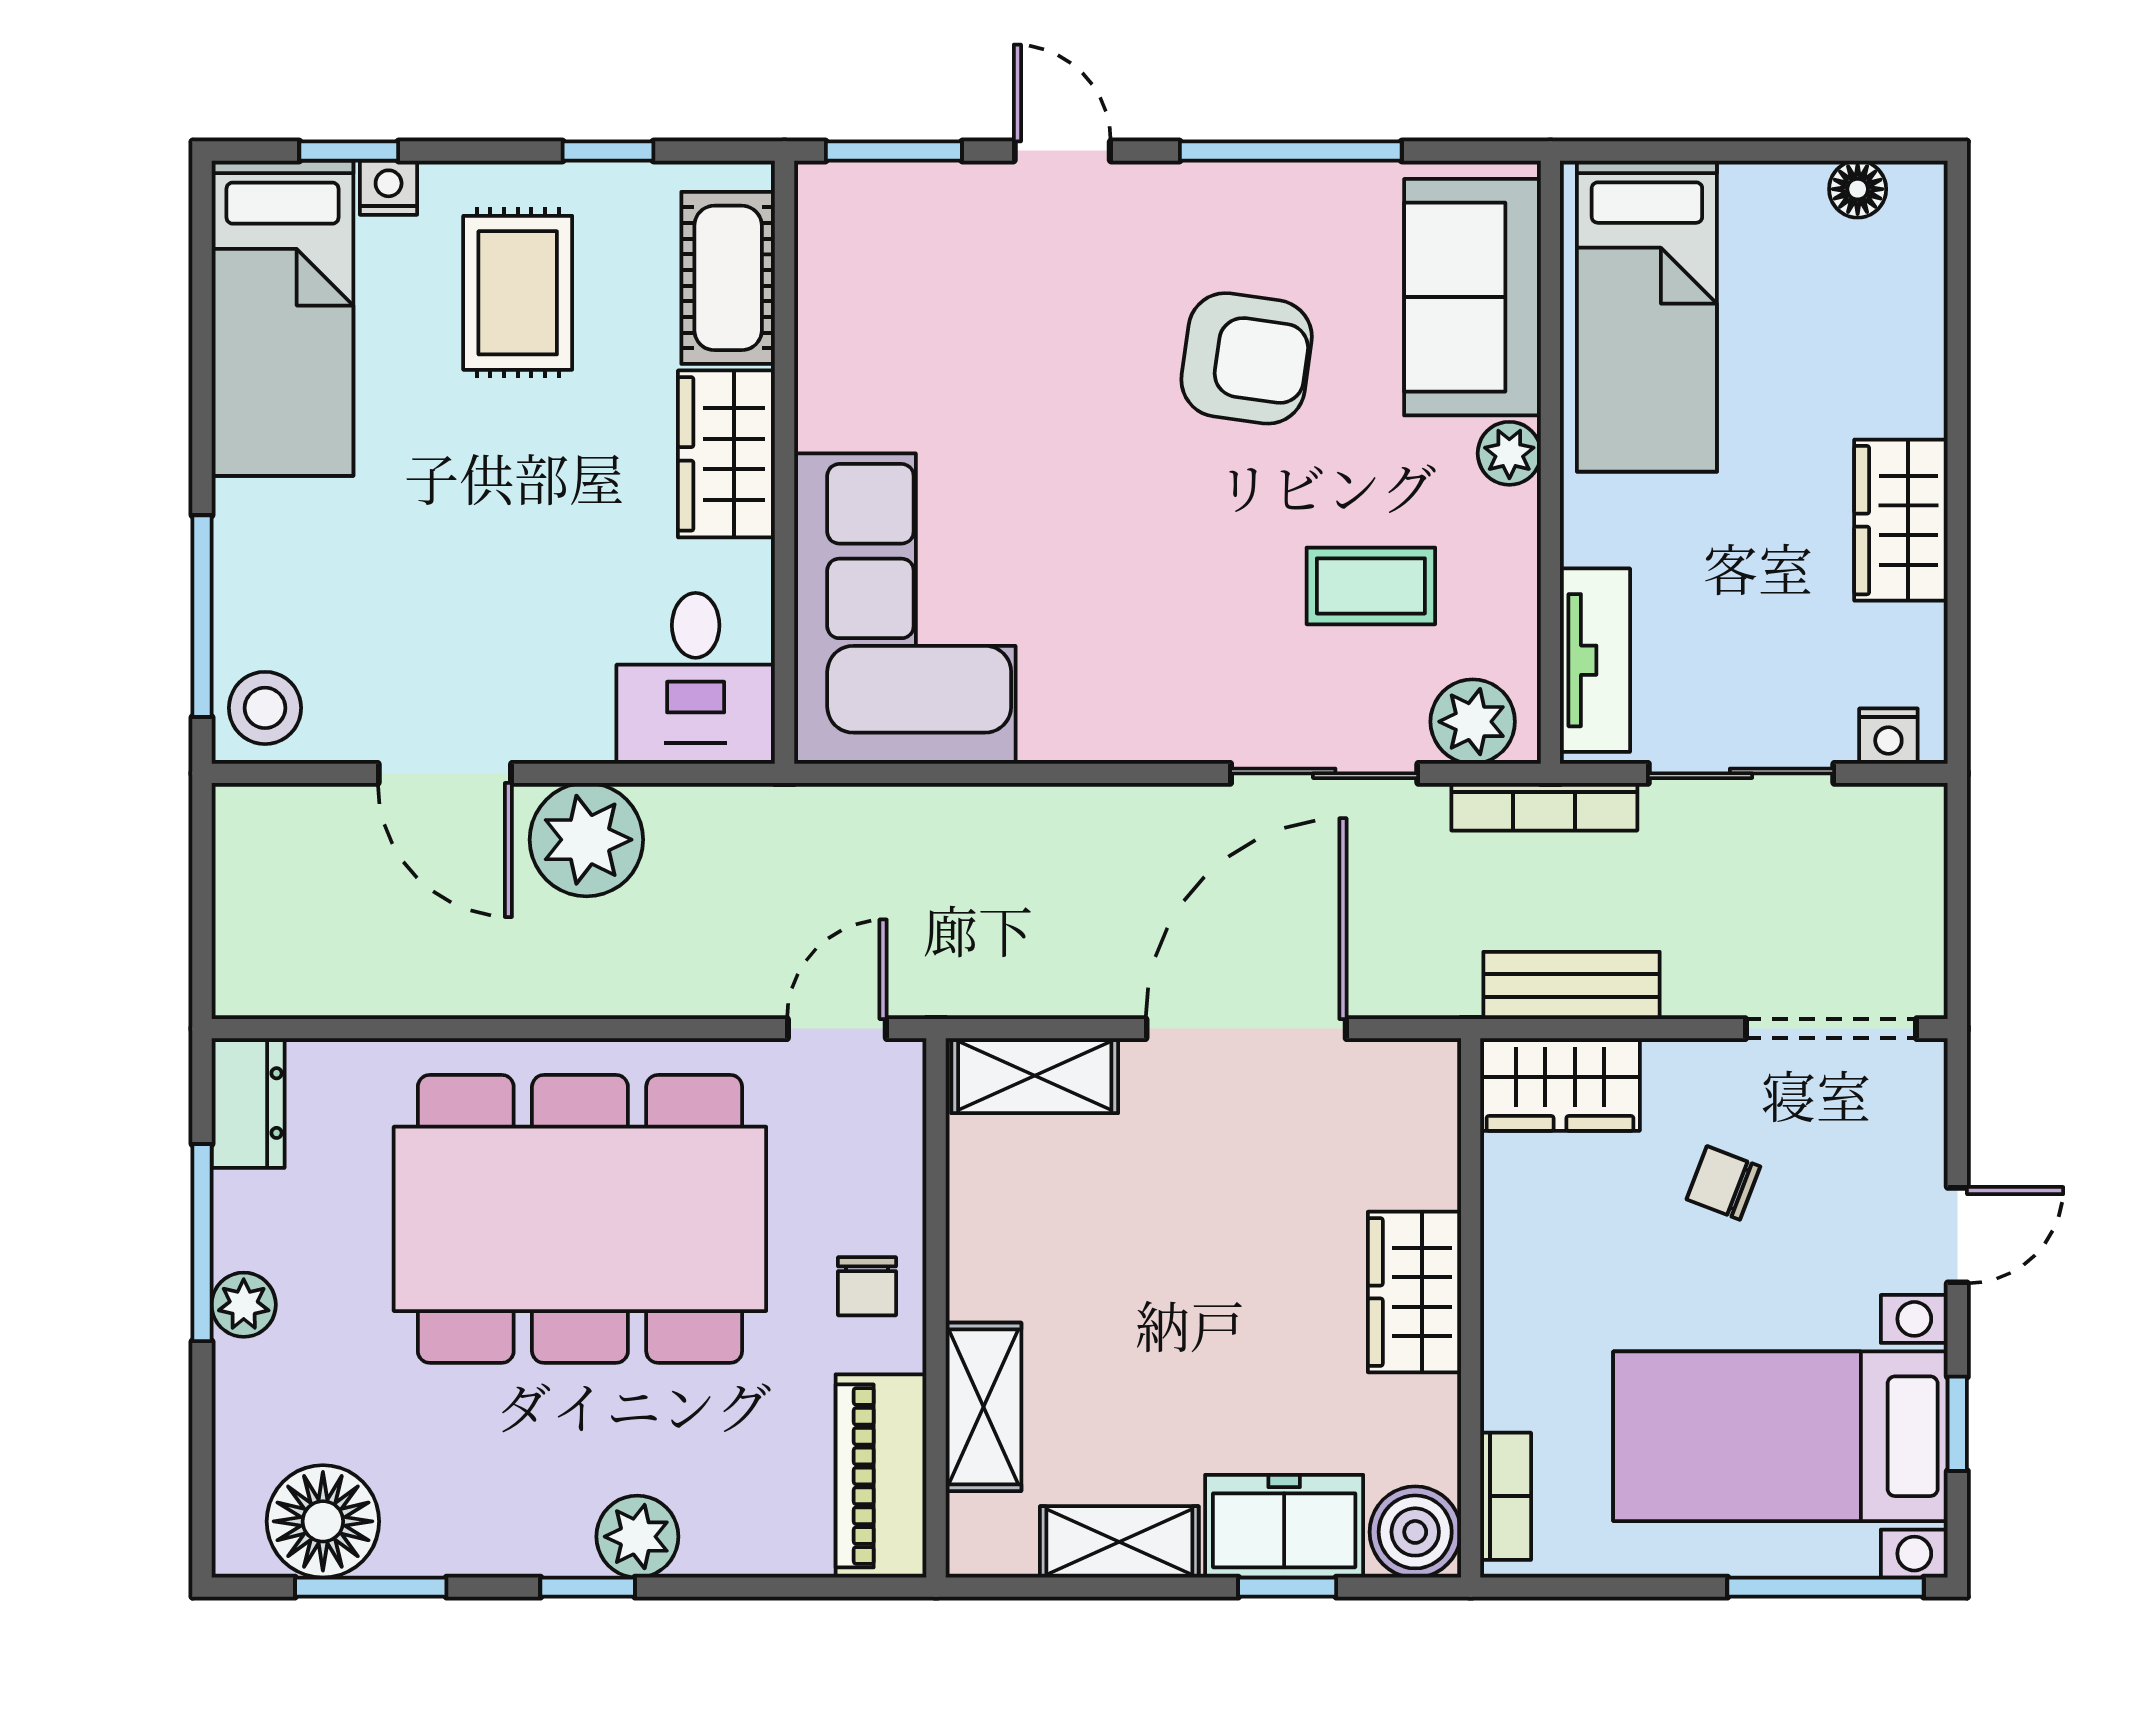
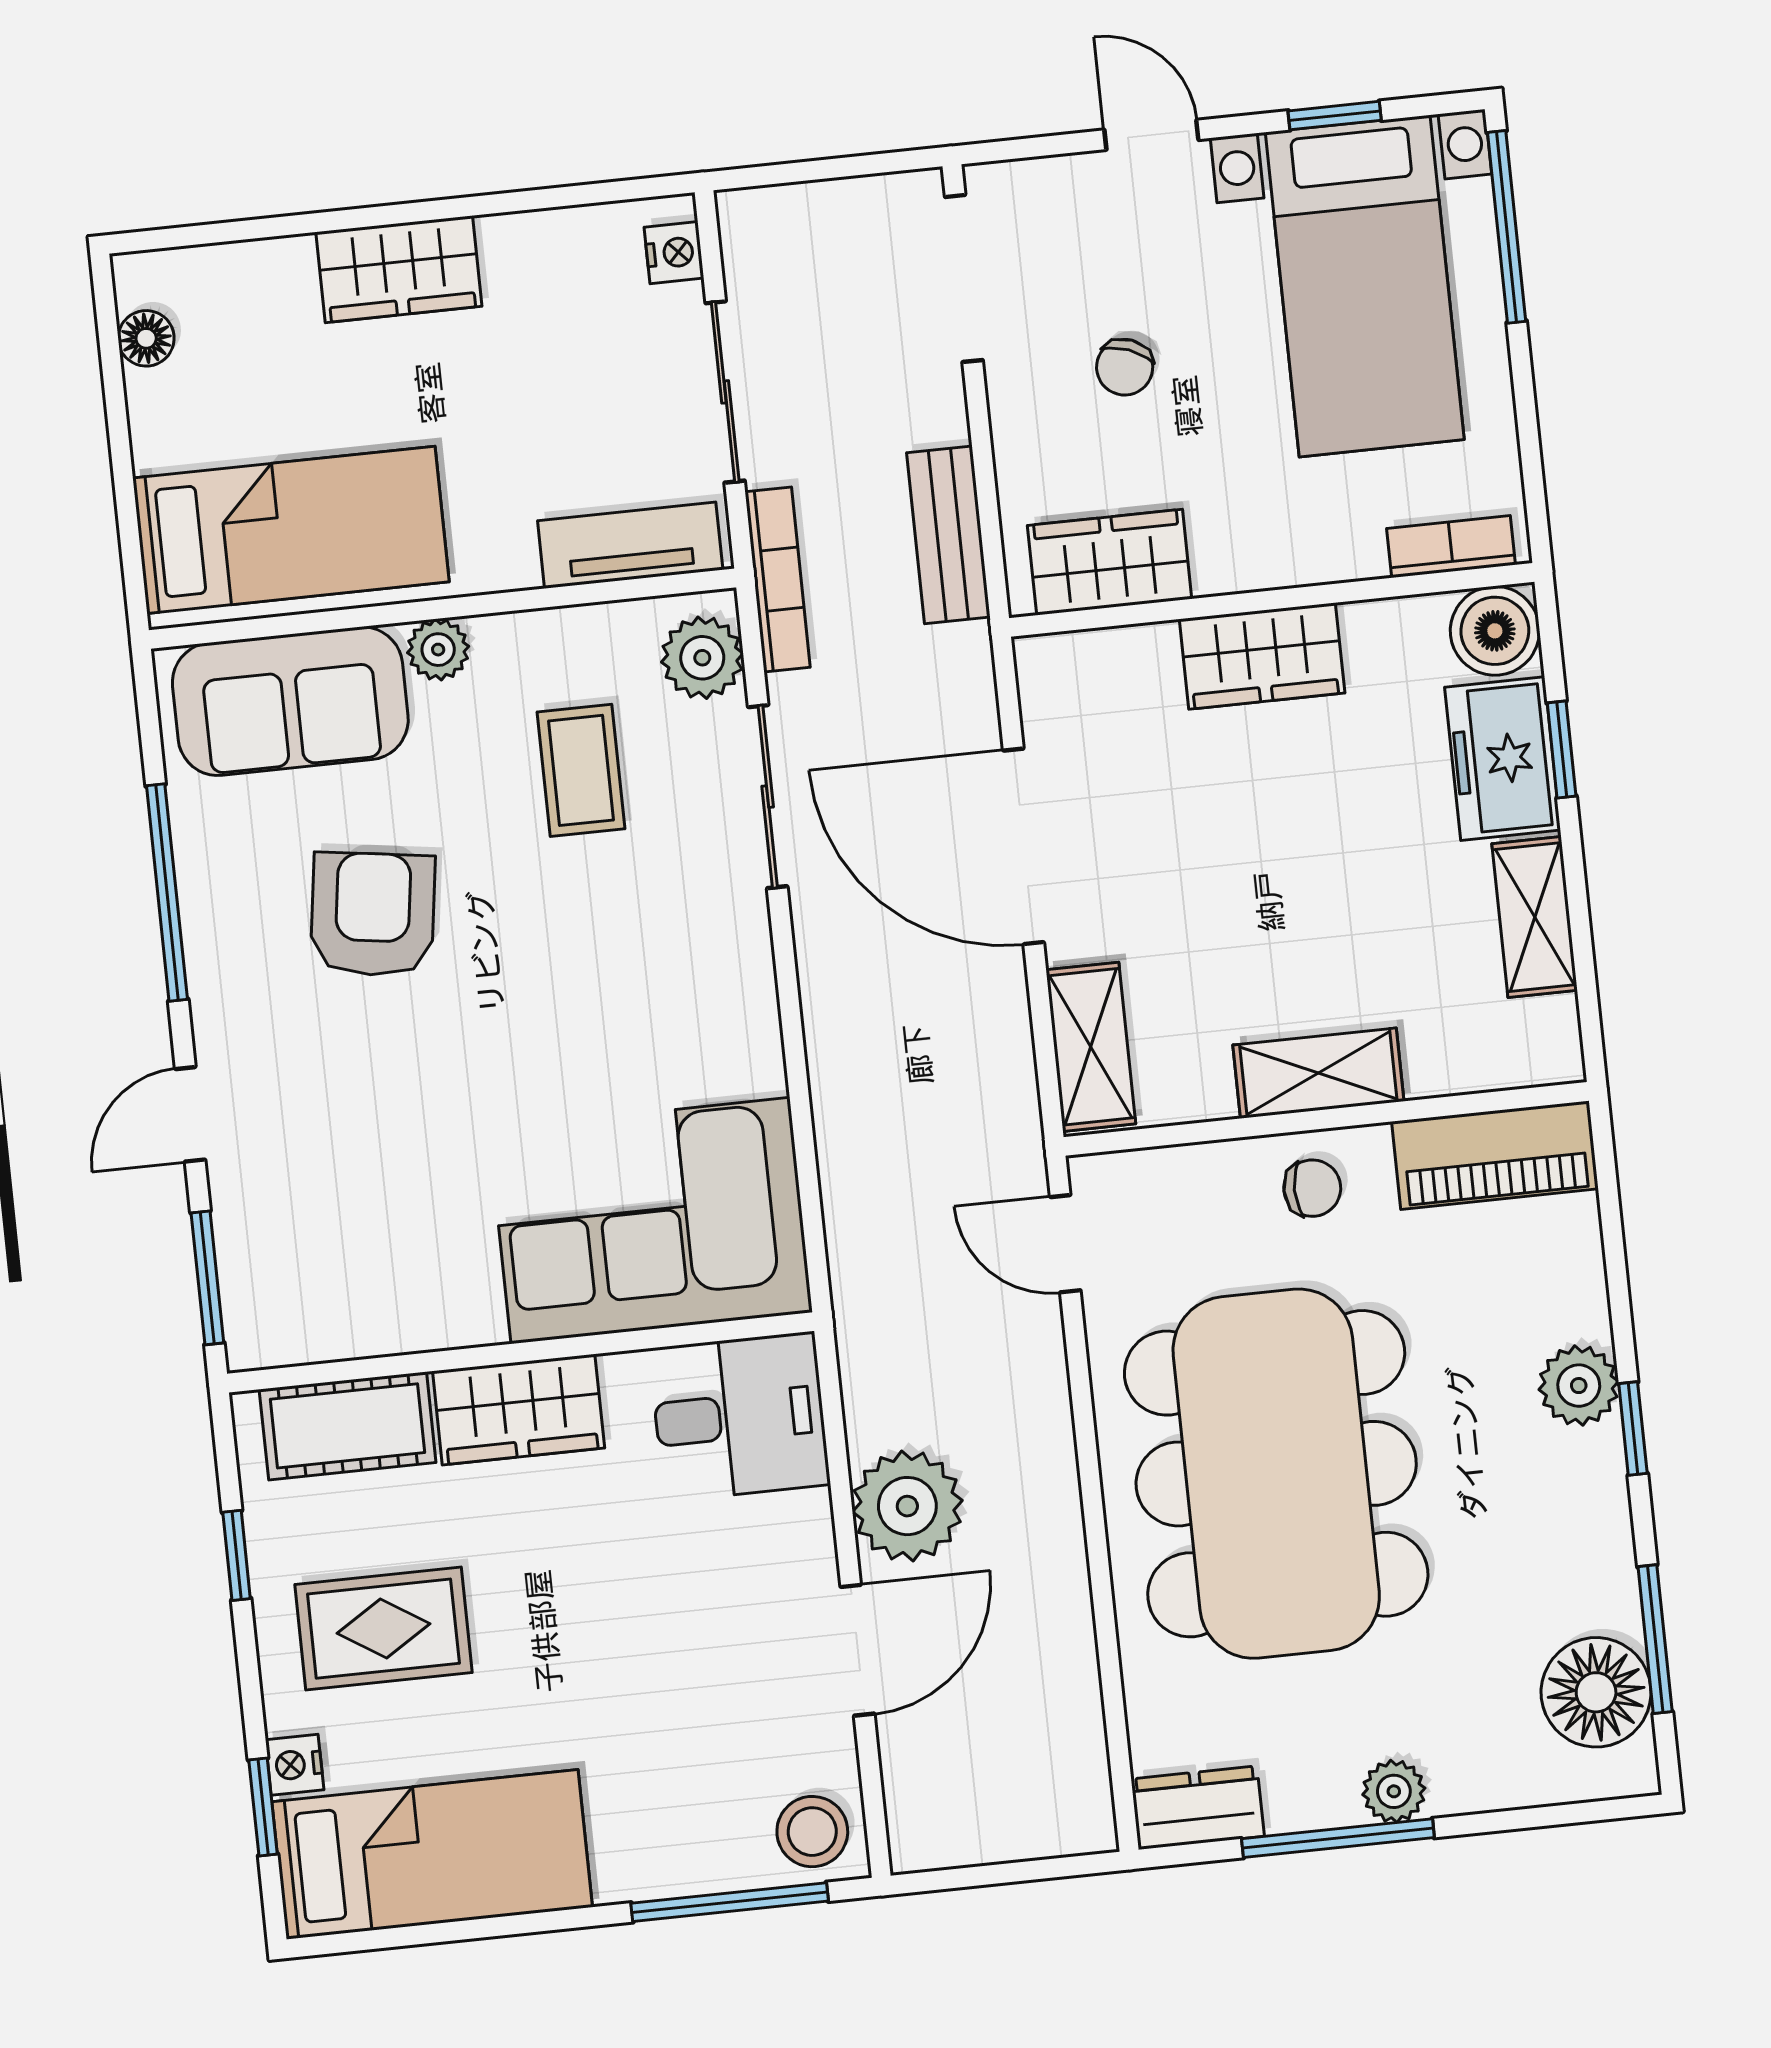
wardrobe: (1901, 520) -> (399, 269), moved
wardrobe: (1560, 1085) -> (1110, 562), moved, turned -90
shelving: (983, 1407) -> (1318, 1073), moved

